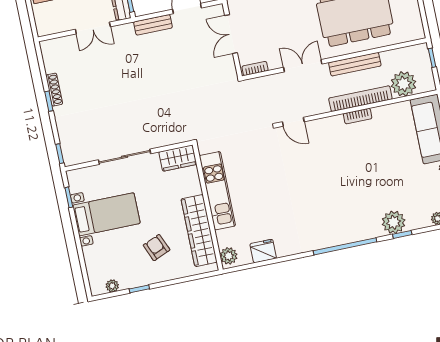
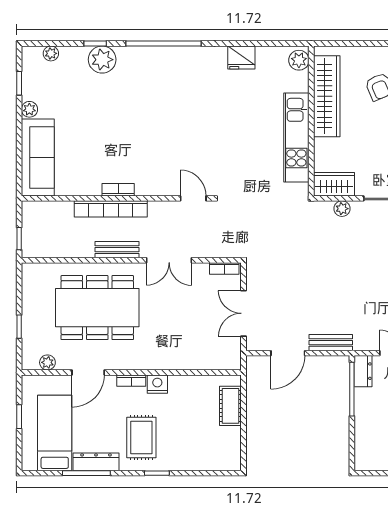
double door: (231, 34) -> (244, 313), swing flipped
bench: (355, 64) -> (117, 250), width x0.73
plant: (404, 84) -> (342, 209), moved, width x0.53, depth x0.53
fridge: (263, 251) -> (241, 58), moved

